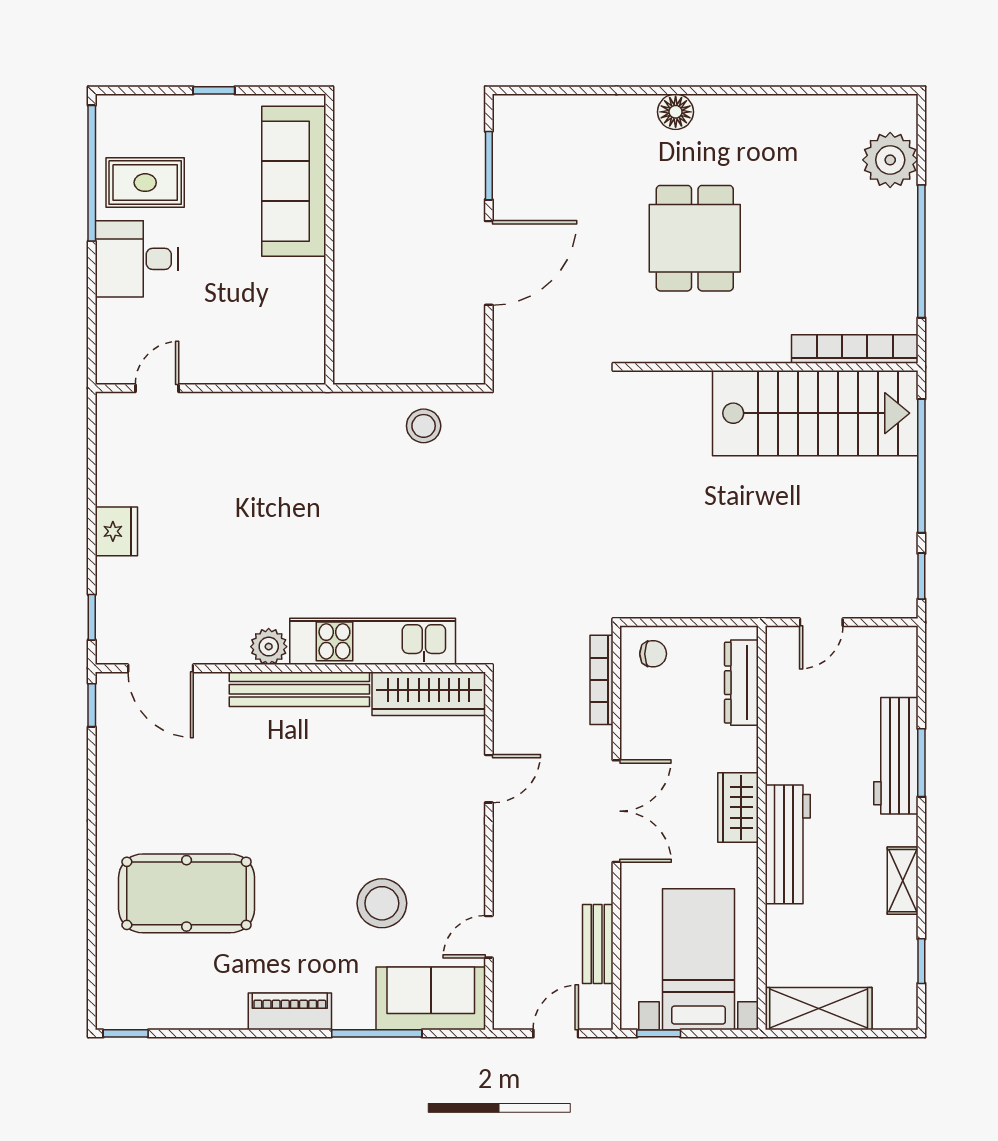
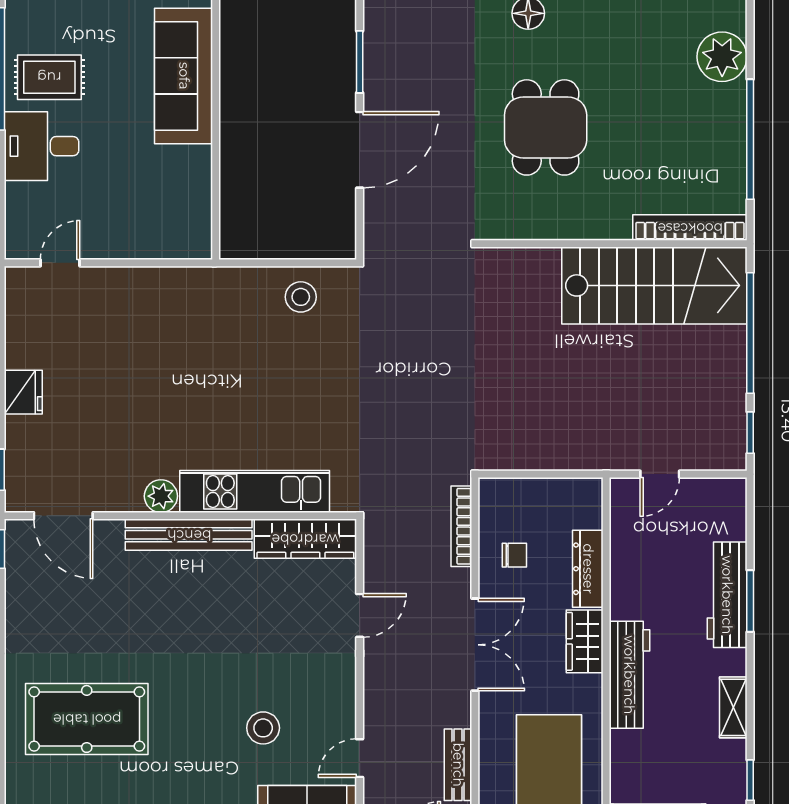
chair: (653, 654) -> (514, 555), moved
dresser: (741, 683) -> (588, 569), moved
stool: (382, 903) -> (263, 728), width x0.73, depth x0.73

